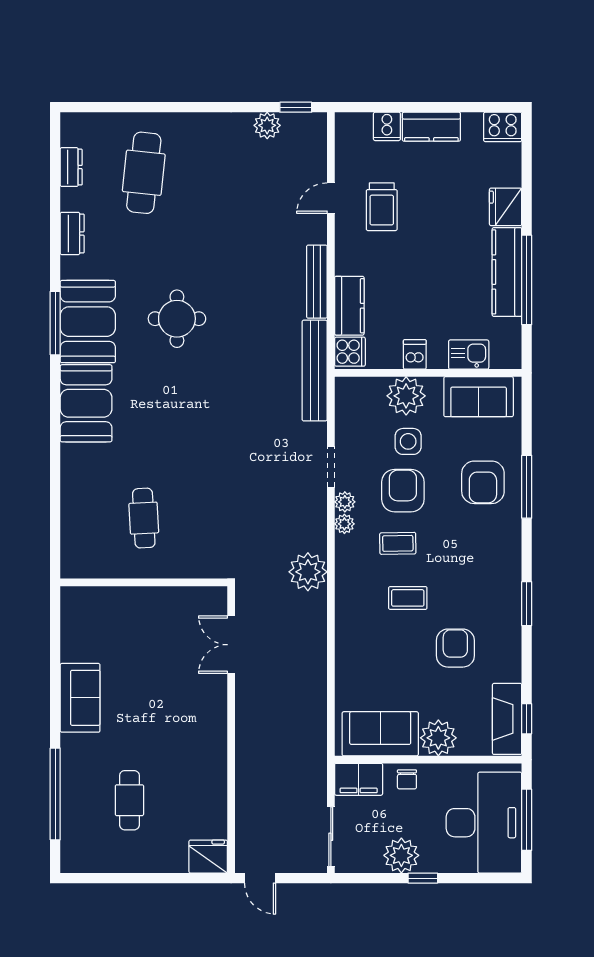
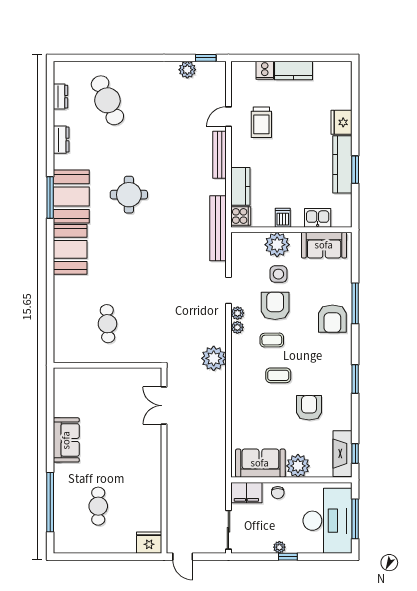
cooker: (503, 127) -> (340, 71), removed
cafe table: (144, 173) -> (107, 100), turned -30
window: (527, 280) -> (355, 170), width x0.47
bench: (317, 282) -> (219, 155), moved
armchair: (483, 482) -> (332, 319), moved
plant: (401, 855) -> (279, 547), width x0.53, depth x0.53

